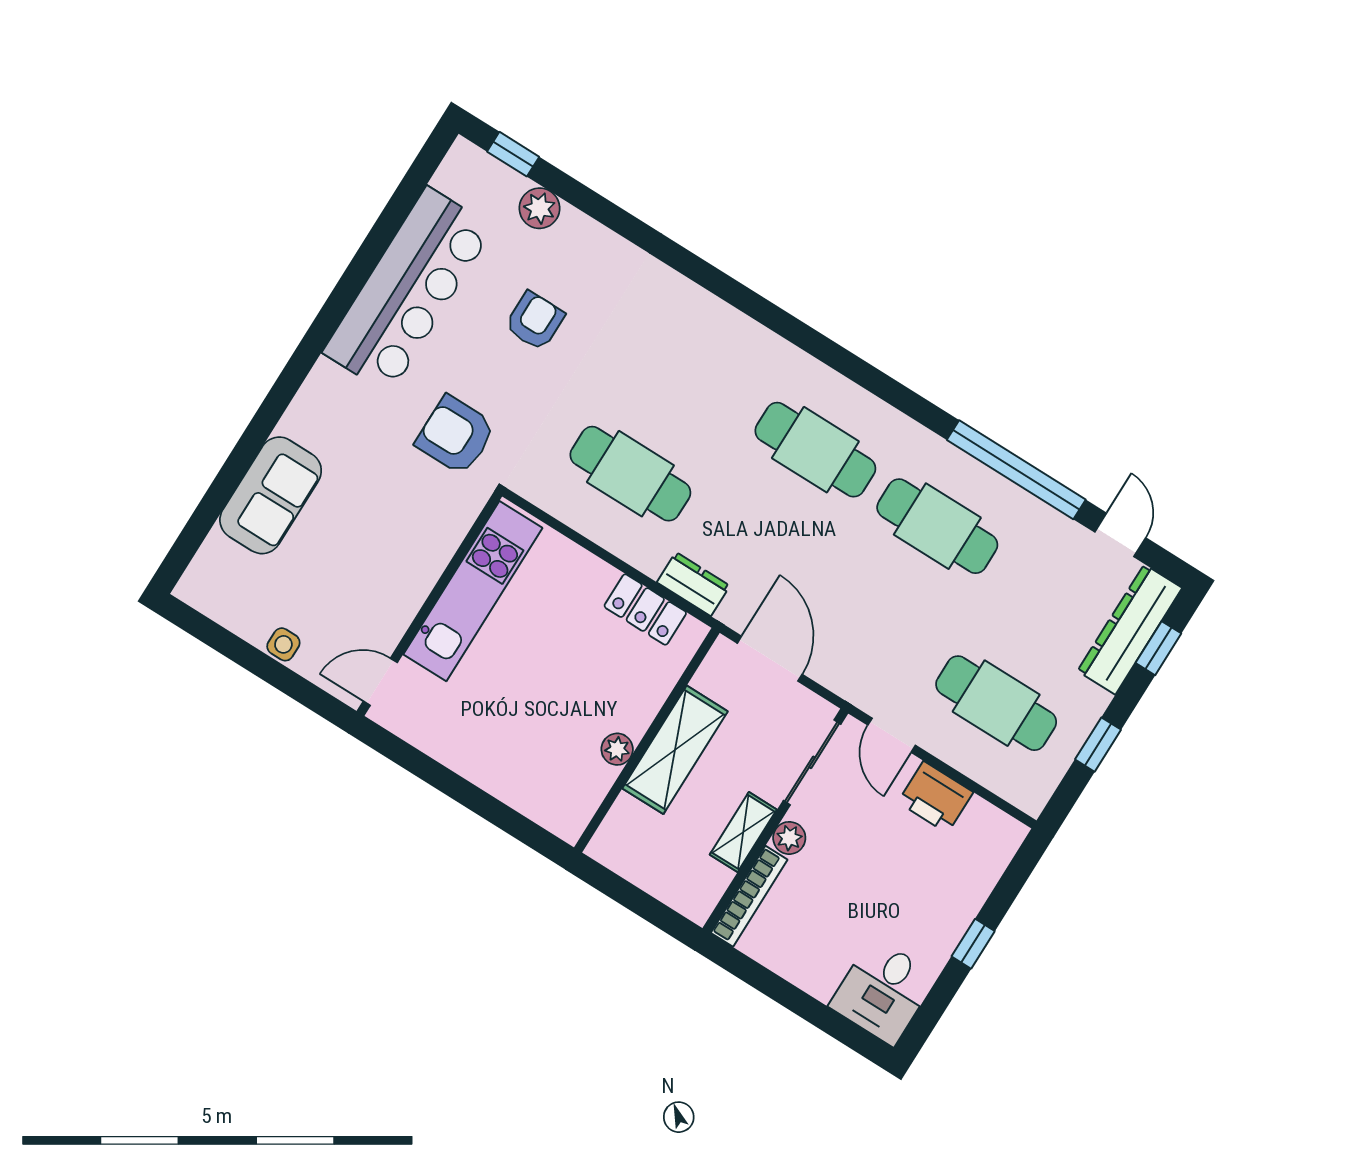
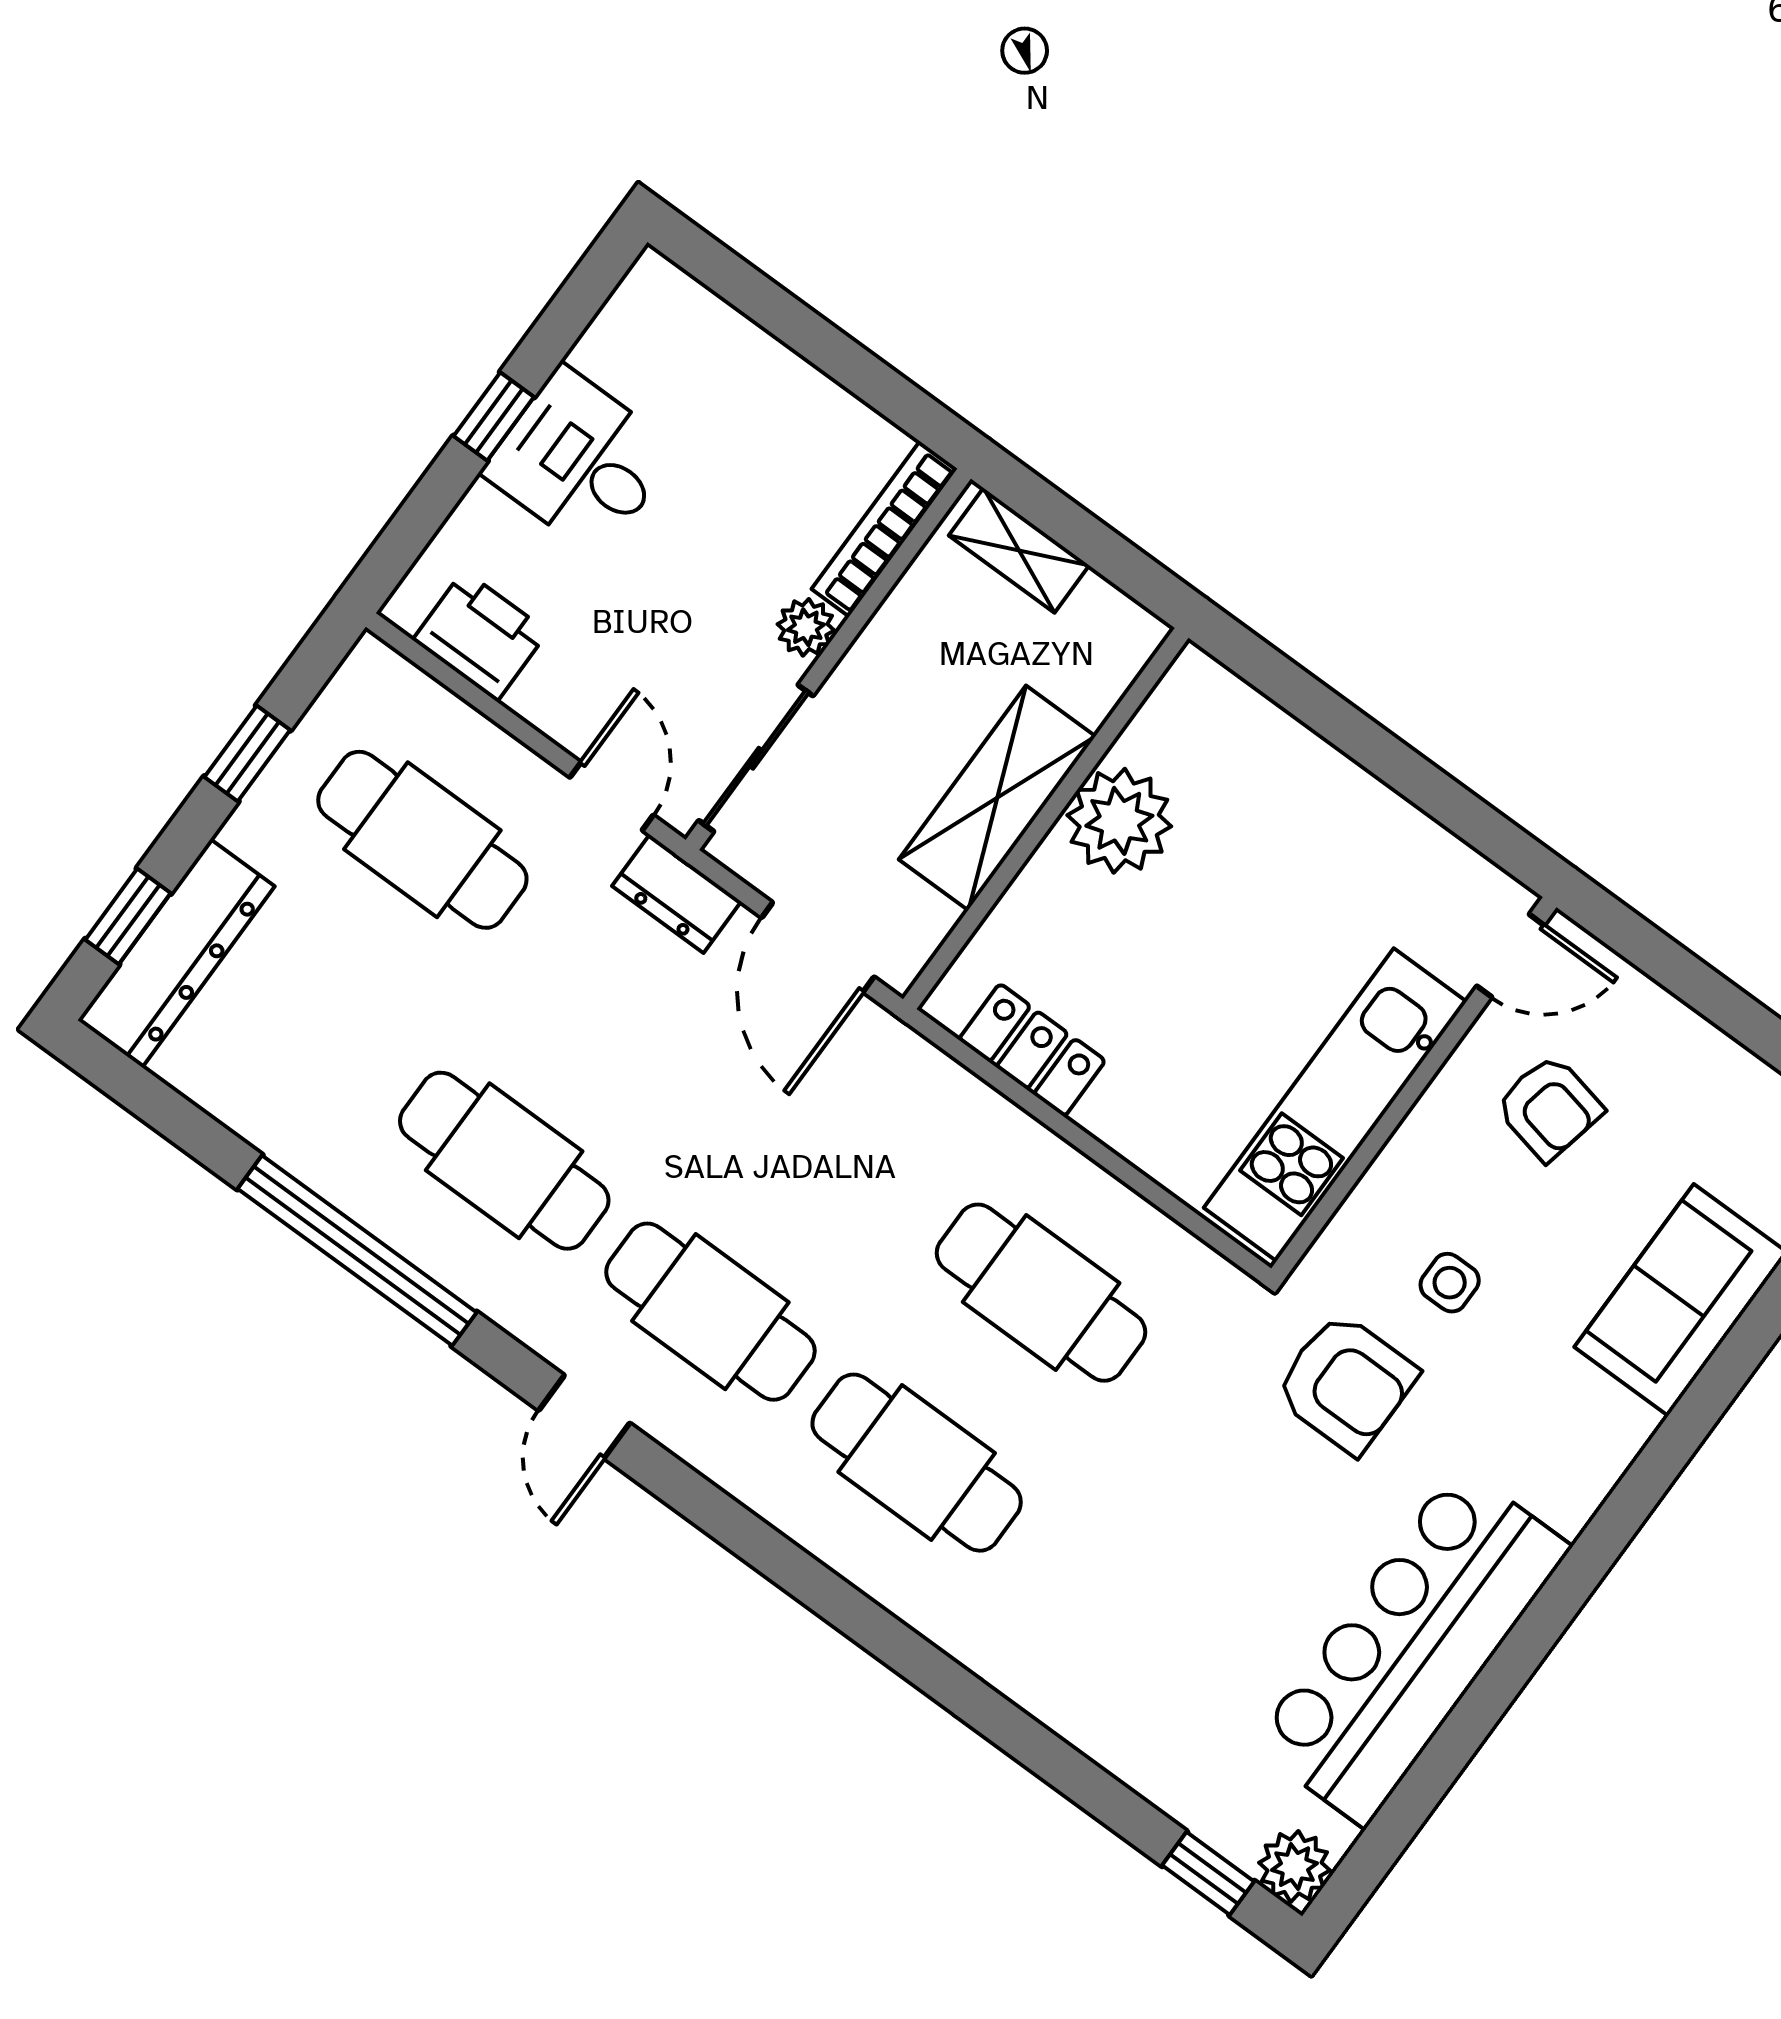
plant: (539, 208) -> (1294, 1867), moved
armchair: (535, 321) -> (1549, 1108), moved, turned -78
cafe table: (693, 373) -> (917, 1463), added
door: (1120, 535) -> (584, 1417), moved
dresser: (693, 584) -> (677, 894), moved
side table: (283, 644) -> (1450, 1283), moved
plant: (617, 749) -> (1119, 821), width x1.87, depth x1.87
printer: (935, 797) -> (480, 636), moved
shelving: (743, 832) -> (1019, 550), moved, turned 90
desk: (883, 991) -> (580, 461), moved, turned -90

